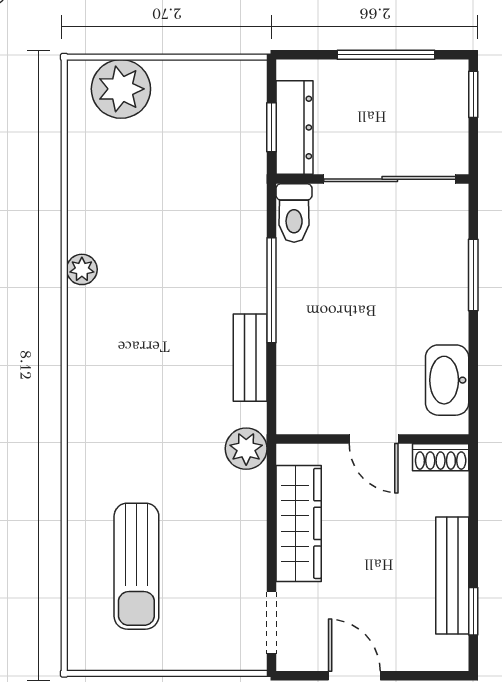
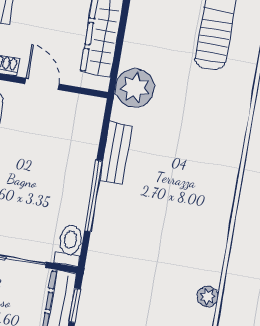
plant: (82, 269) -> (208, 296), moved
plant: (246, 449) -> (135, 88), width x1.36, depth x1.36

